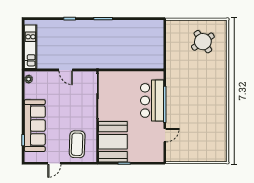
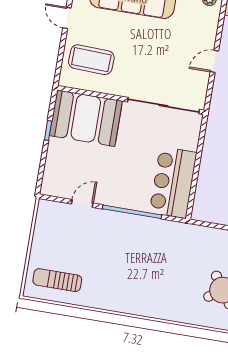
bar counter: (152, 100) -> (173, 183), moved, turned -90
door: (165, 135) -> (82, 203), swing flipped
sun lounger: (214, 143) -> (57, 280), added

